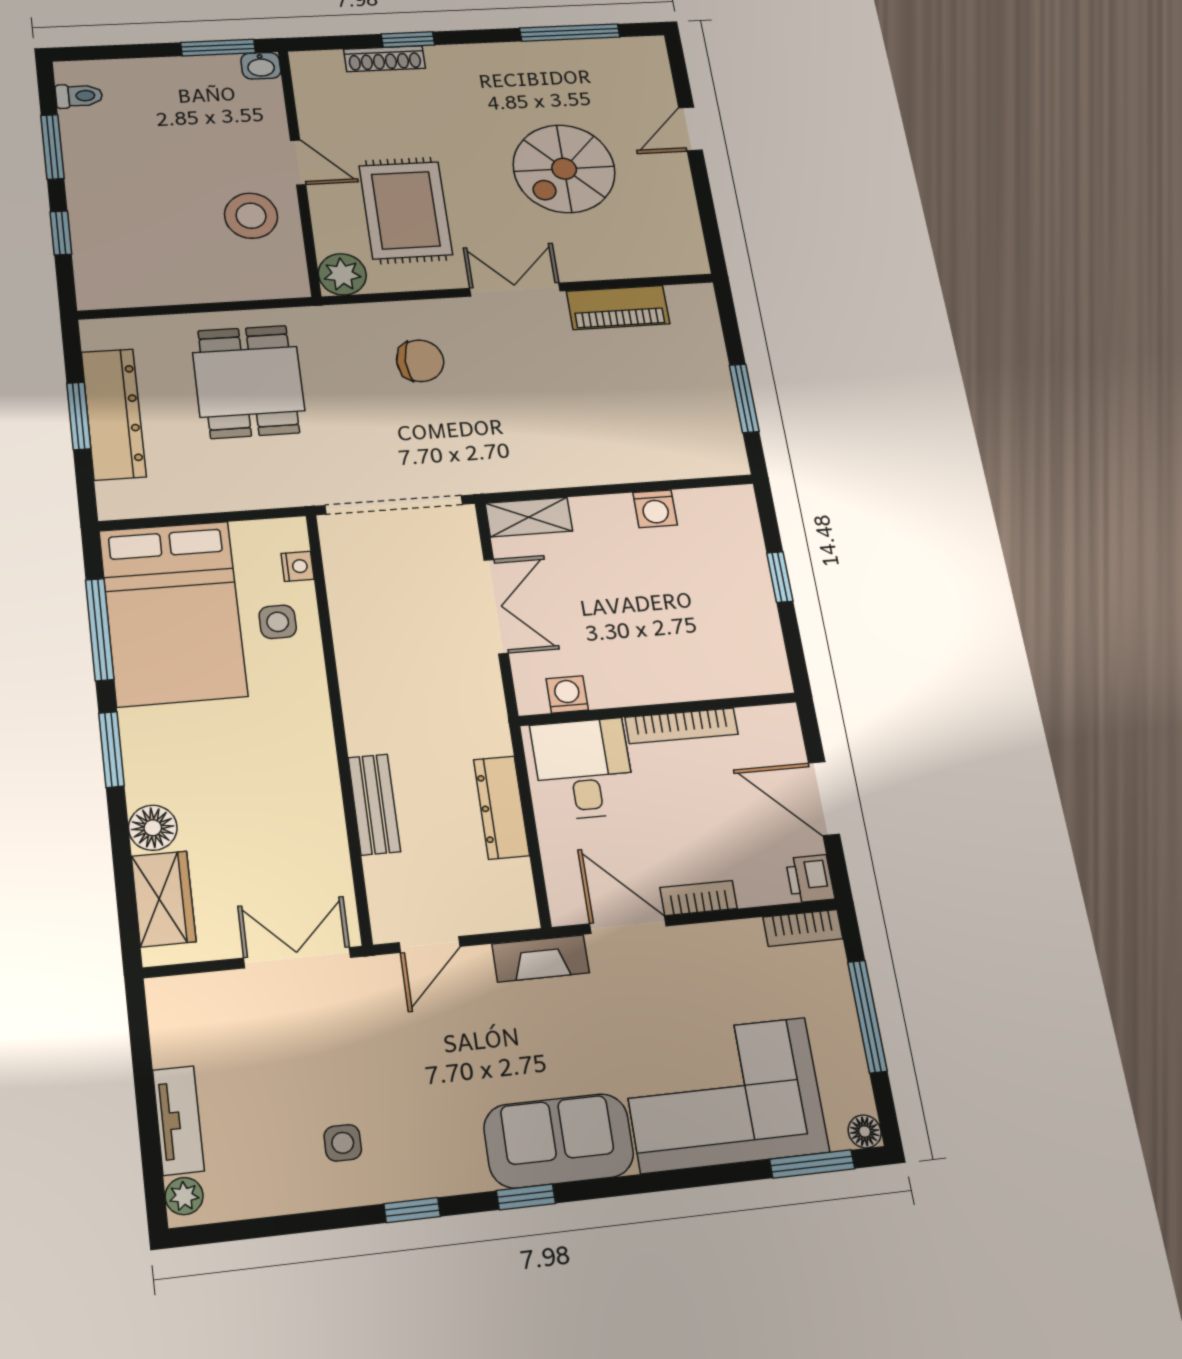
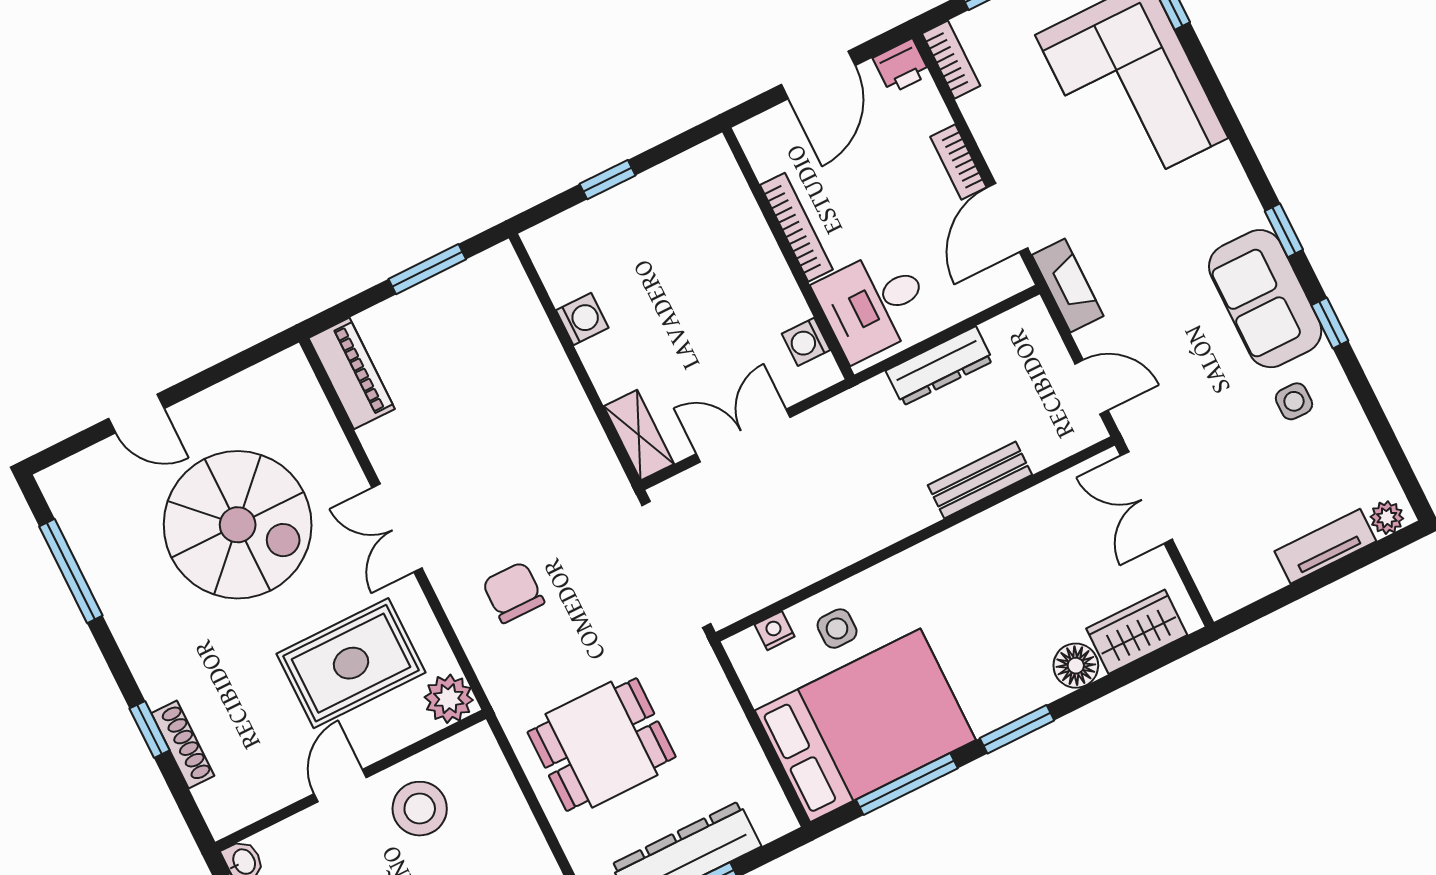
spiral stairs: (564, 169) -> (238, 525), width x1.37, depth x1.37
piano: (618, 307) -> (352, 373), moved
sofa: (559, 1141) -> (1265, 299), moved

